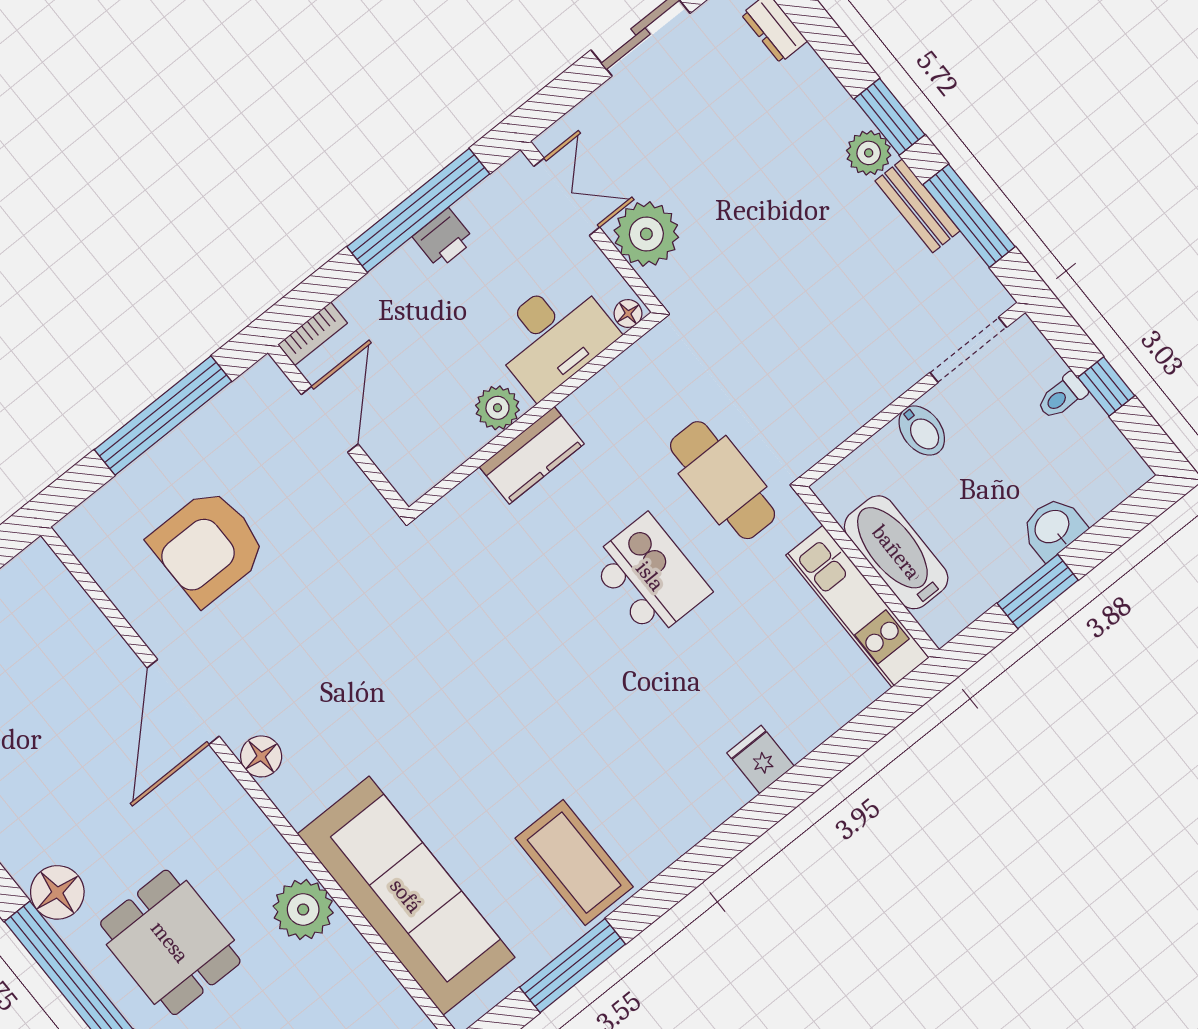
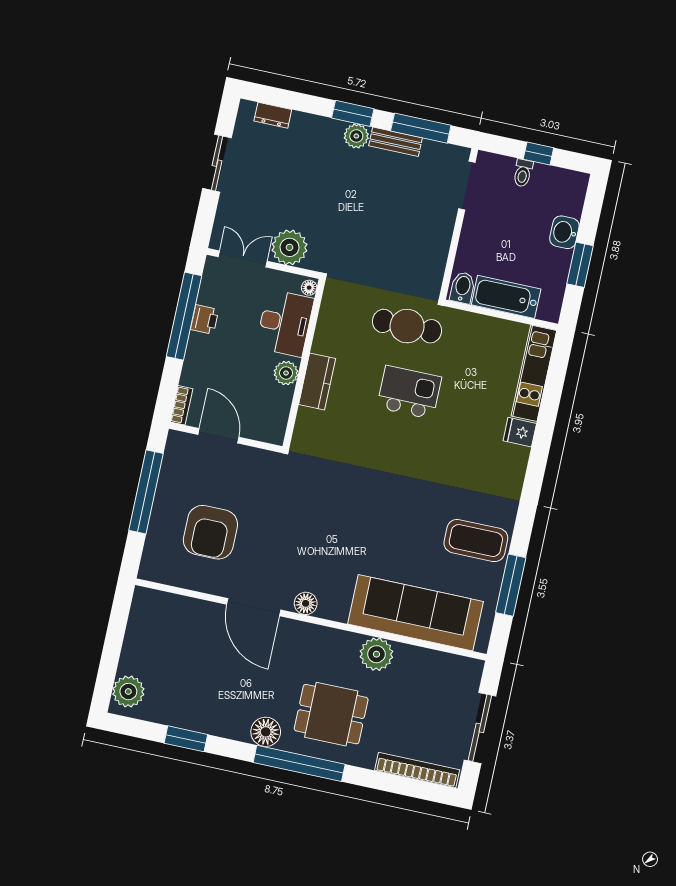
bidet: (922, 431) -> (463, 288), moved, turned -90
kitchen unit: (857, 606) -> (534, 373), moved, turned 90

